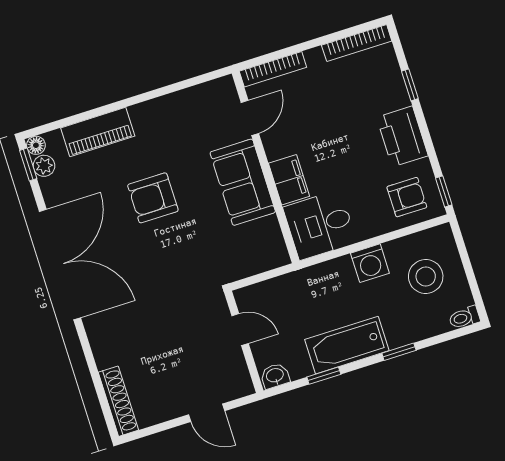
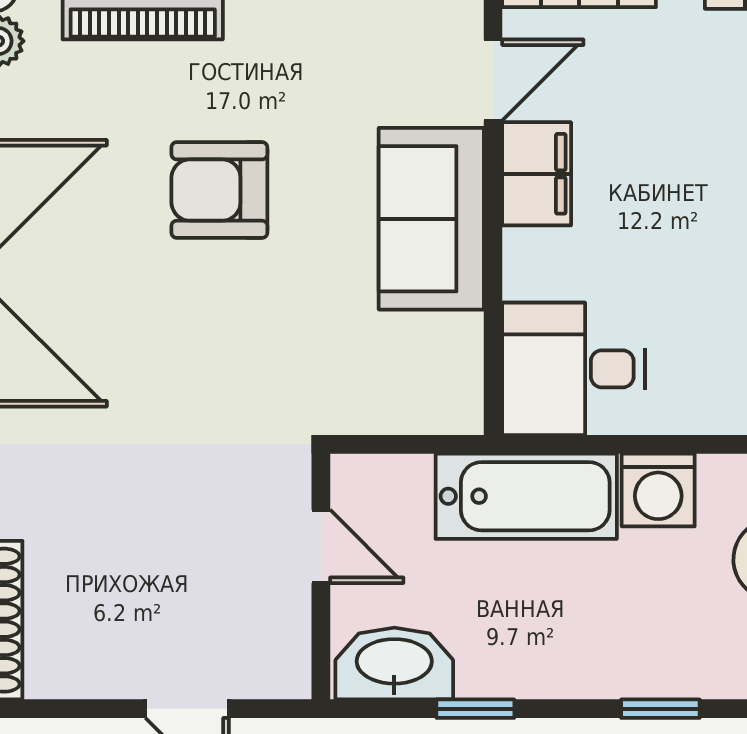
filing cabinet: (289, 180) -> (537, 174), moved
bathtub: (347, 345) -> (526, 496), moved, turned 180
washbasin: (275, 376) -> (394, 663), width x1.91, depth x1.45

